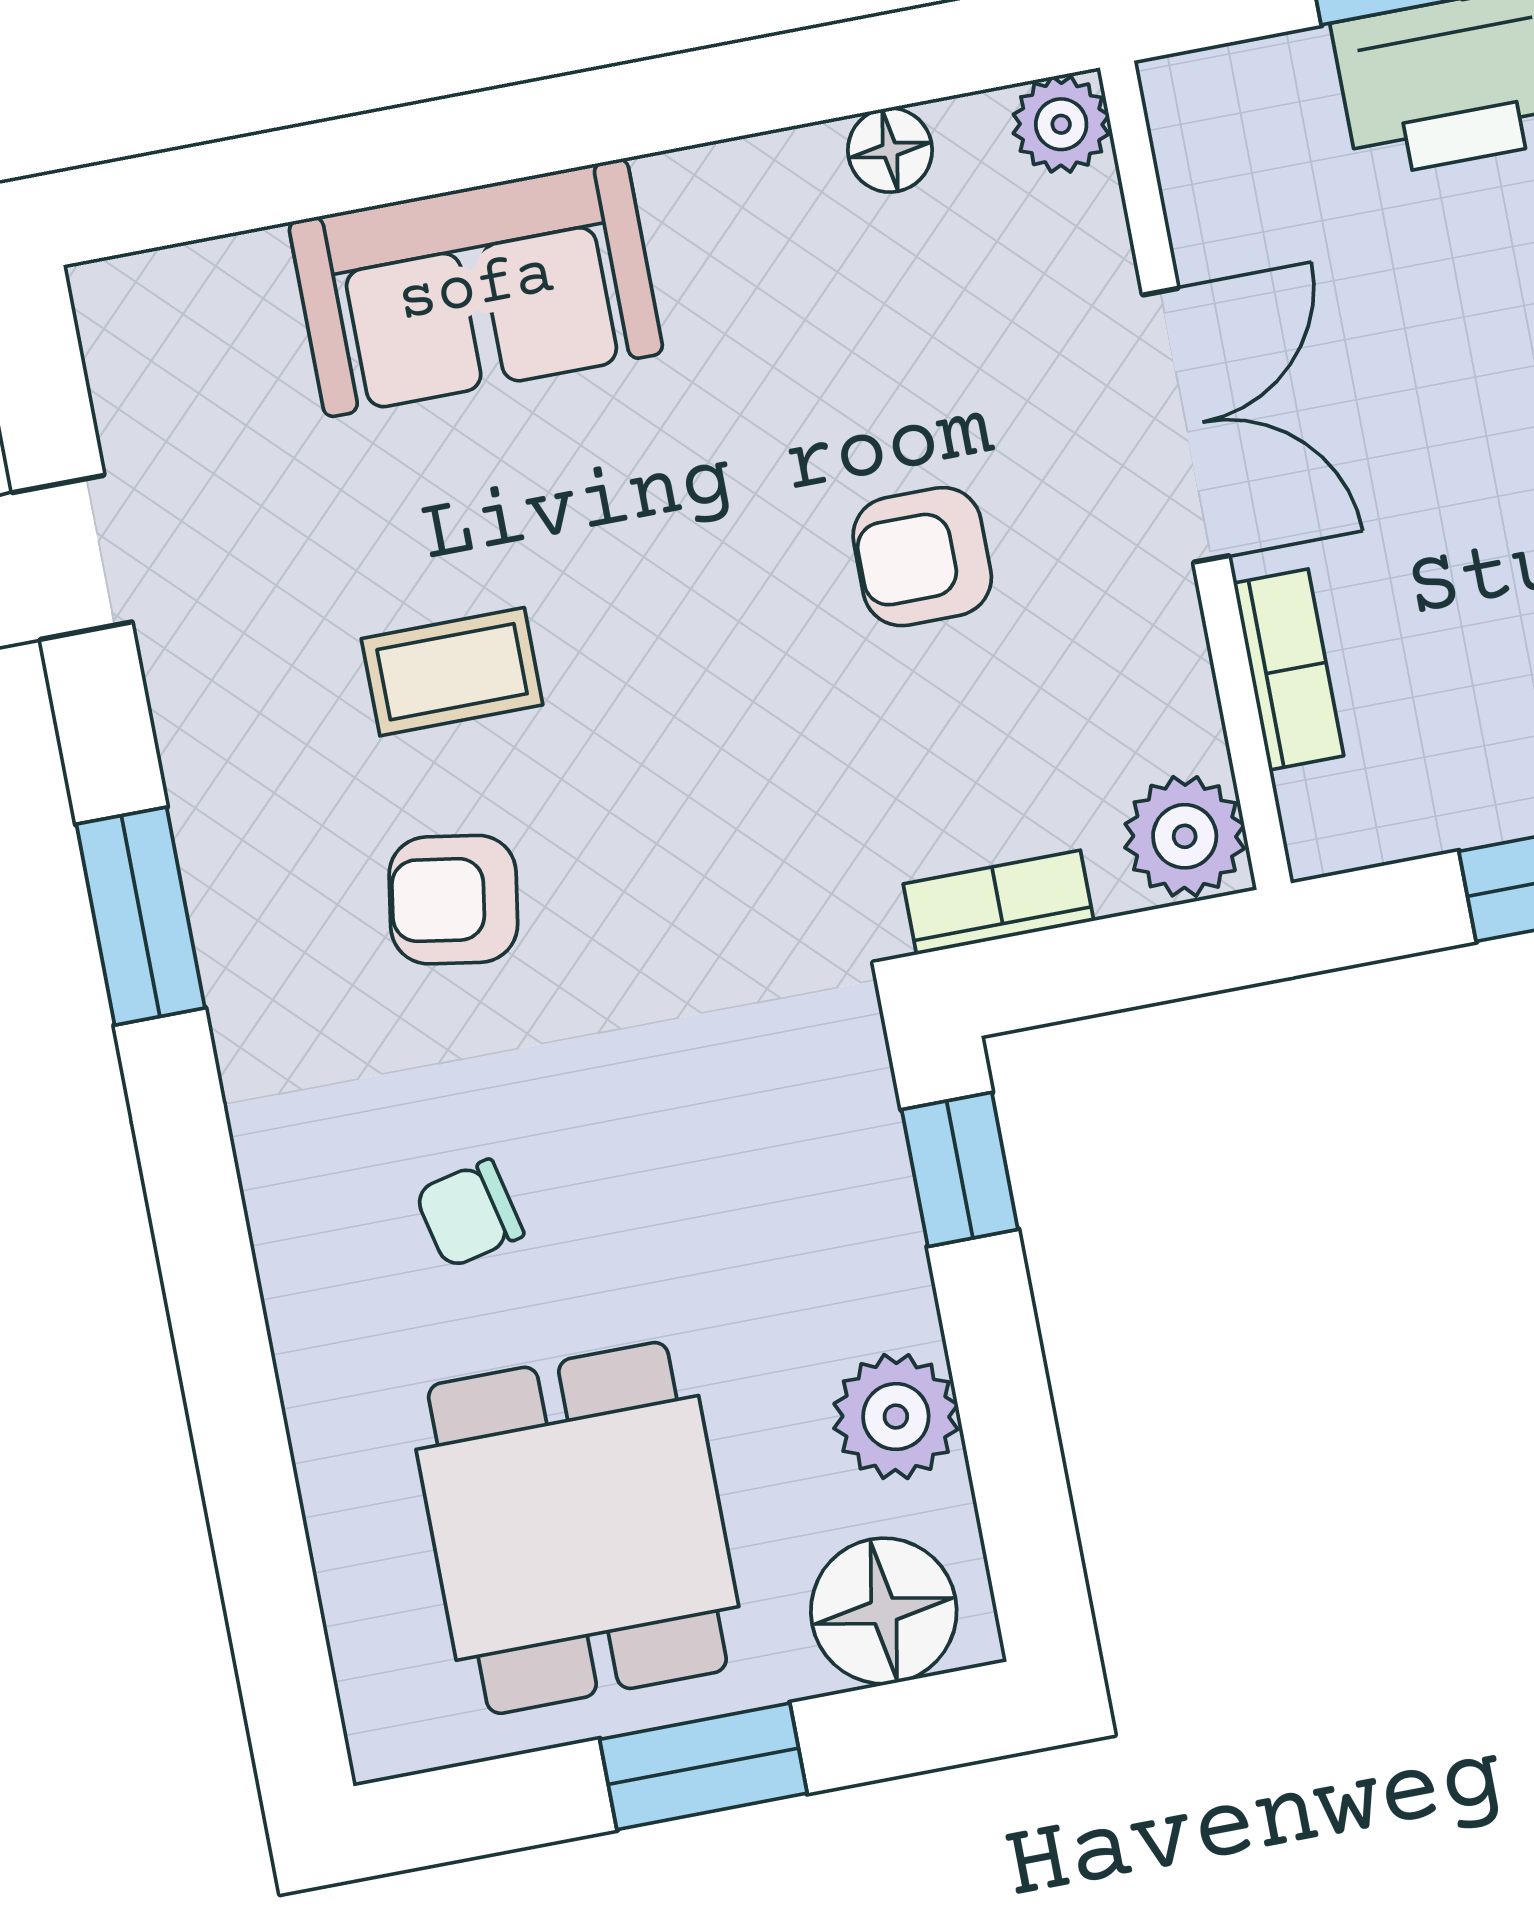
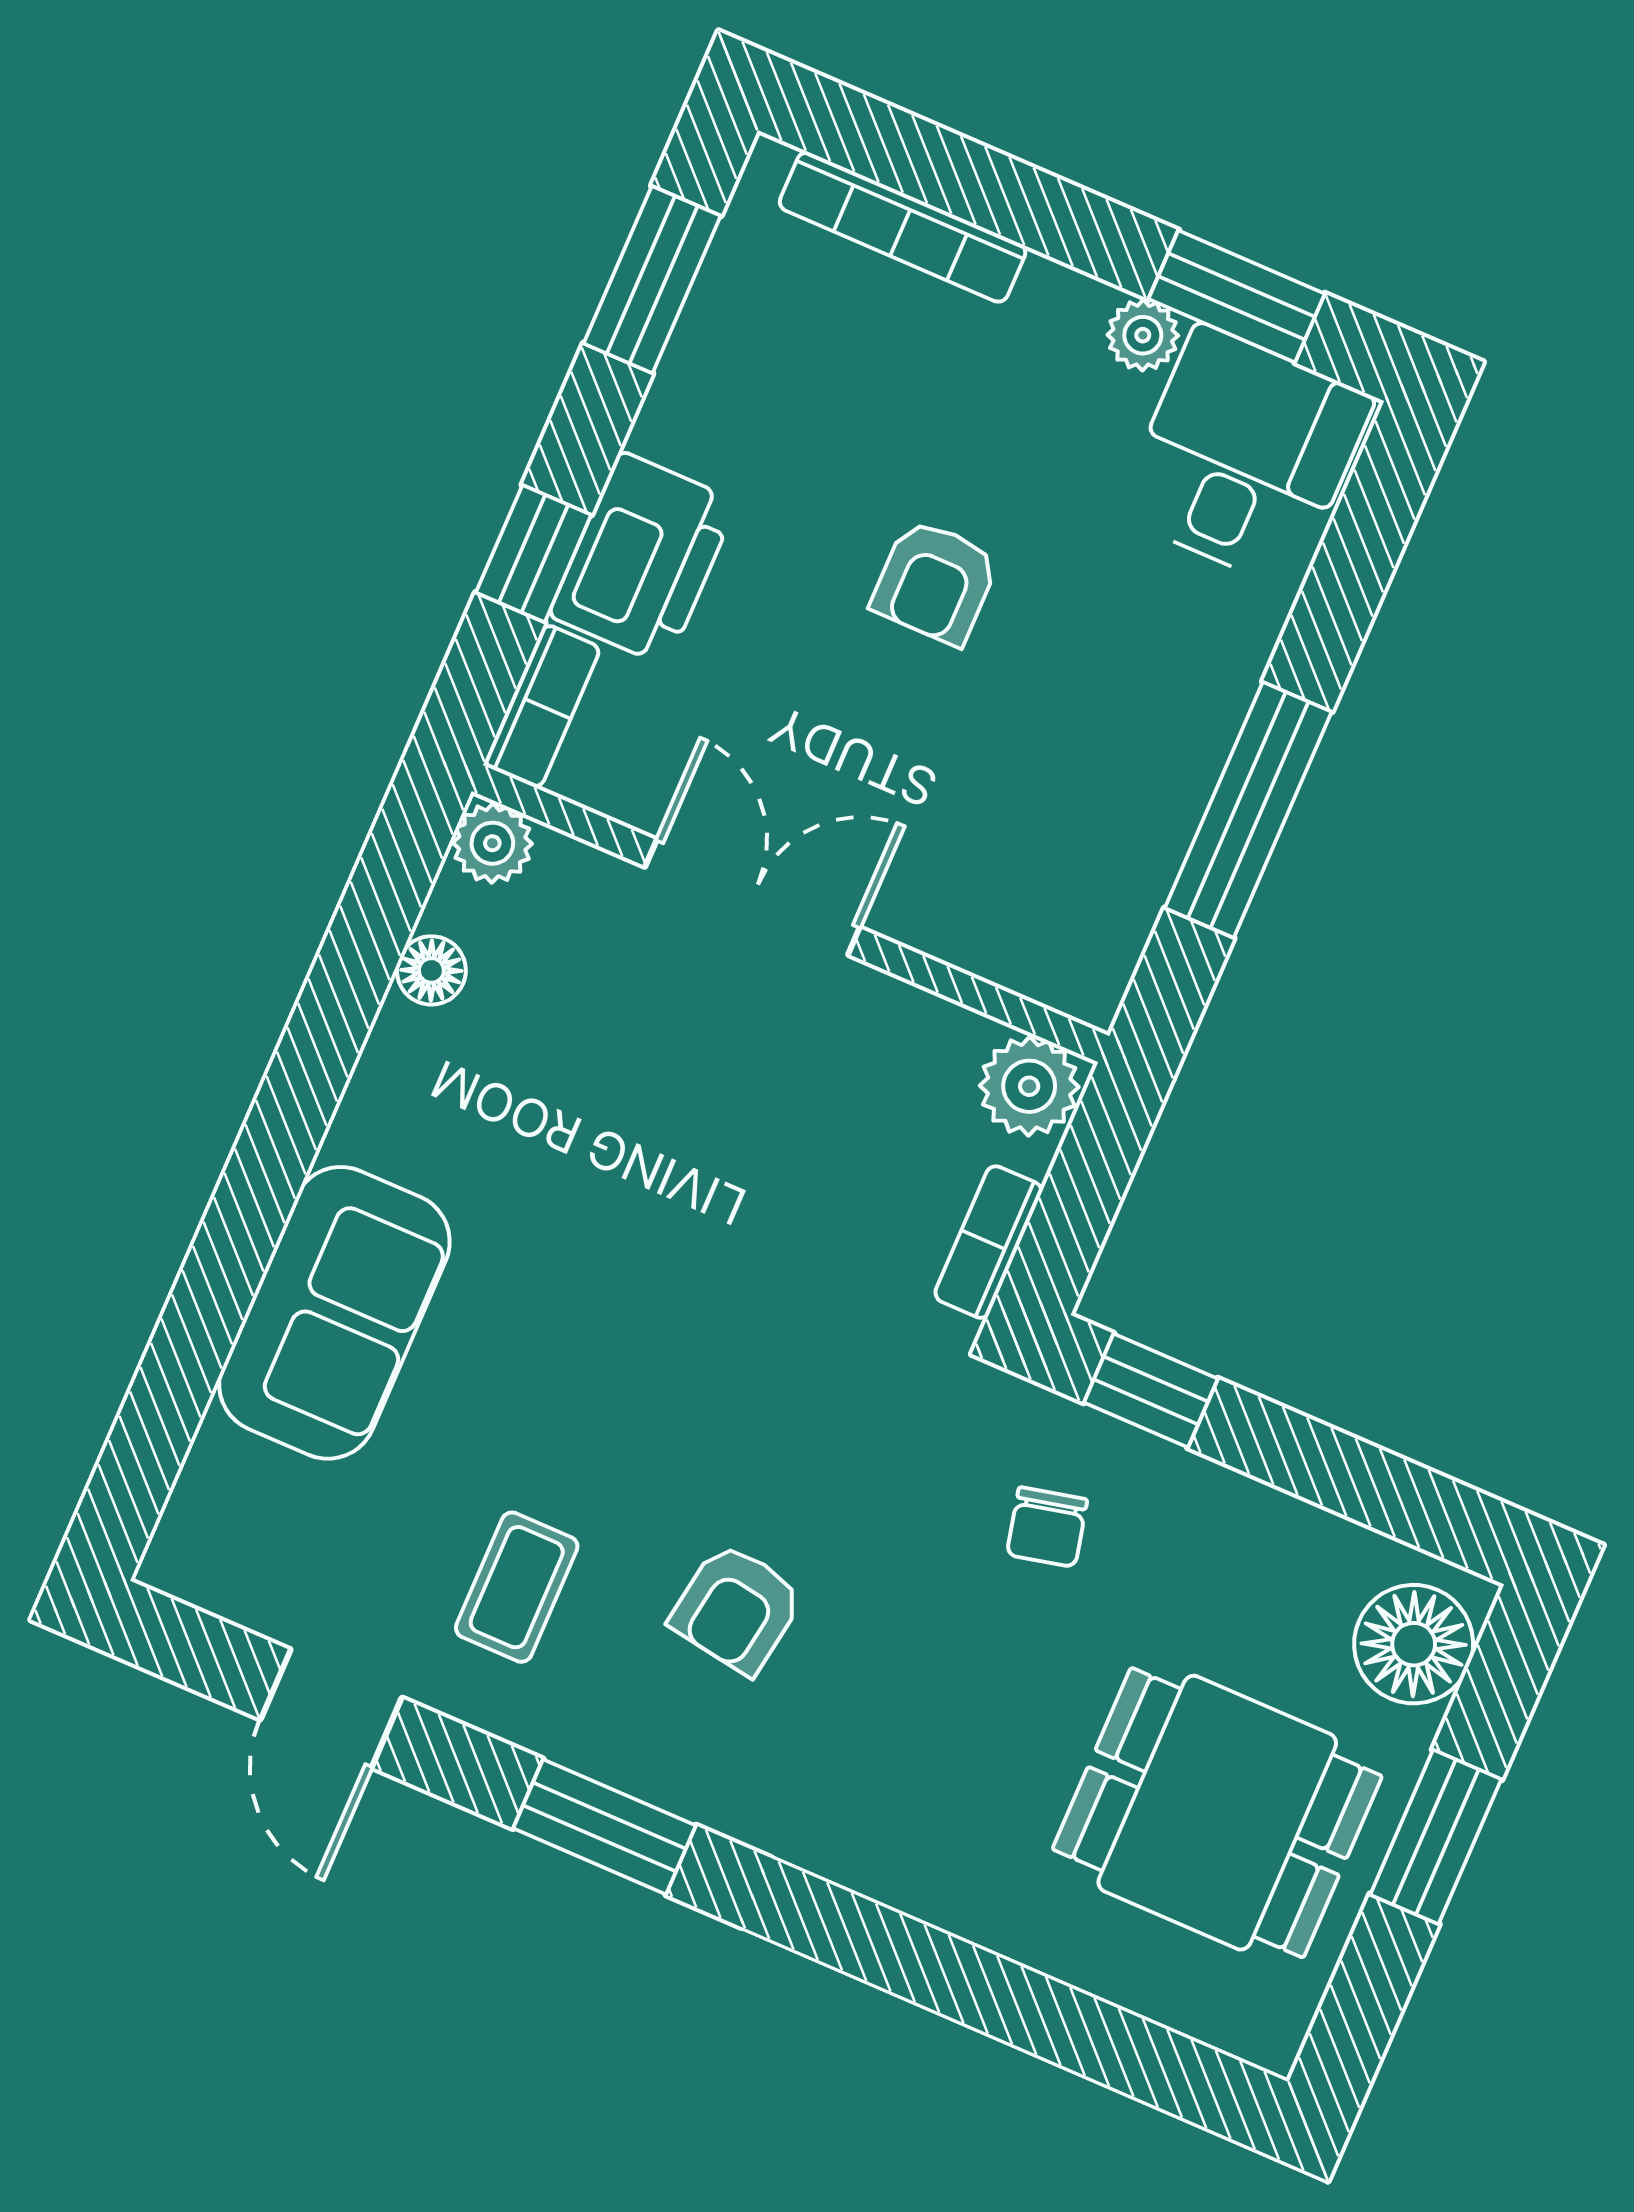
armchair: (922, 557) -> (720, 1135), removed
bookcase: (1289, 669) -> (542, 706), moved, turned 90
coffee table: (452, 672) -> (517, 1587), moved
chair: (469, 1214) -> (1047, 1527), moved
plant: (896, 1417) -> (1288, 1547), removed

